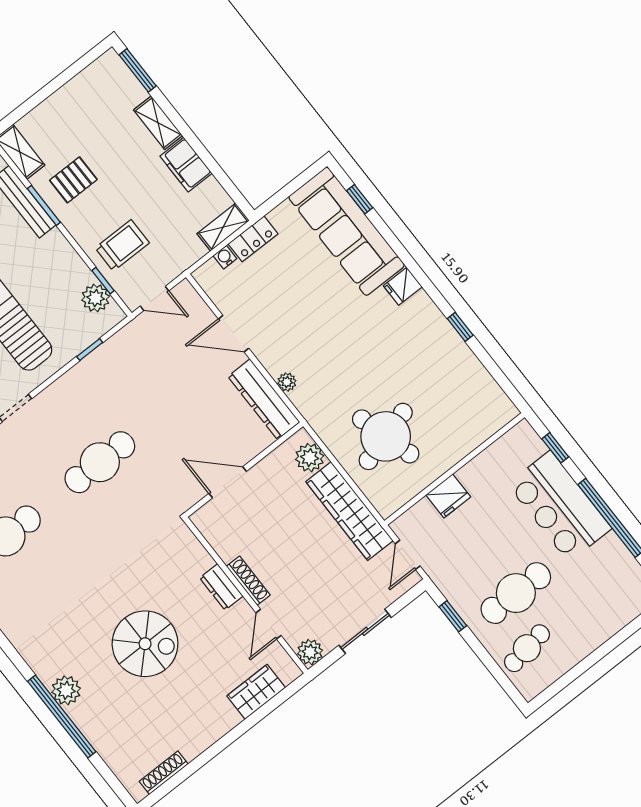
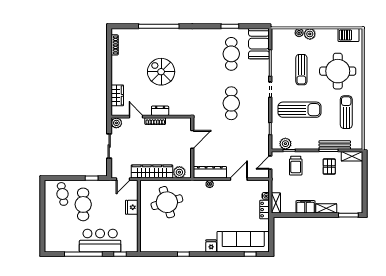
door: (408, 555) -> (123, 179), swing flipped
spiral stairs: (145, 644) -> (161, 72), turned 90
plant: (66, 690) -> (166, 34), removed

